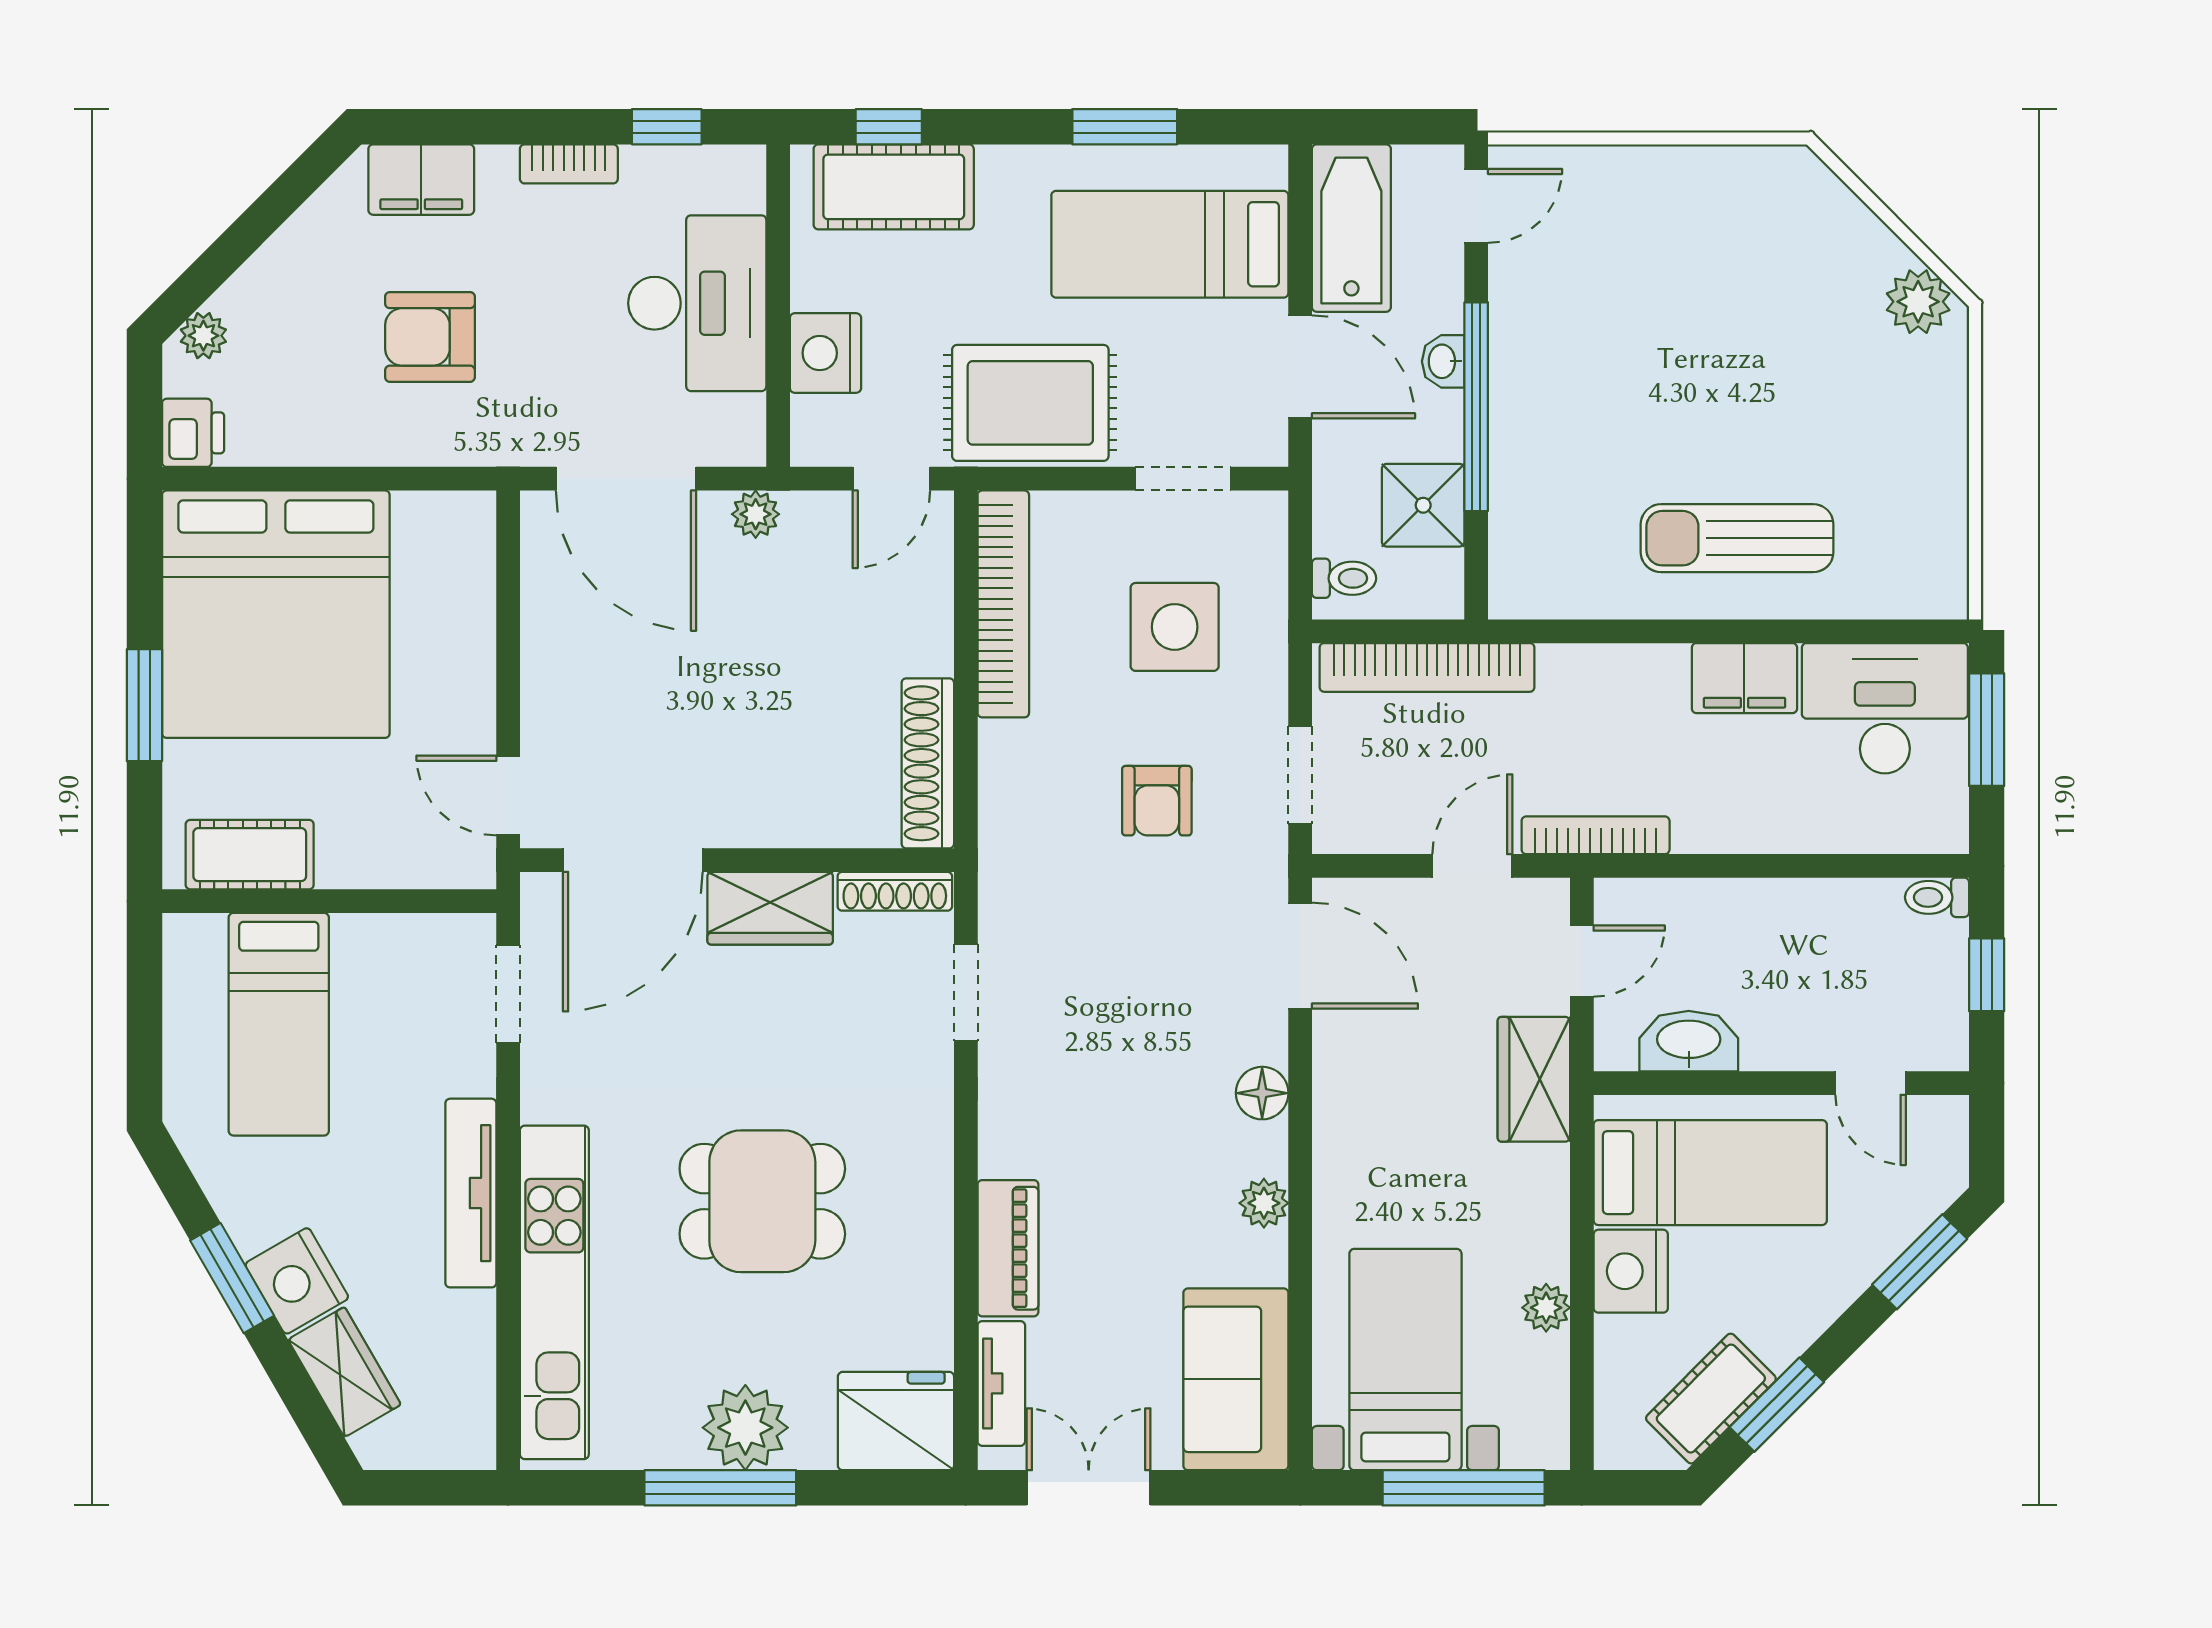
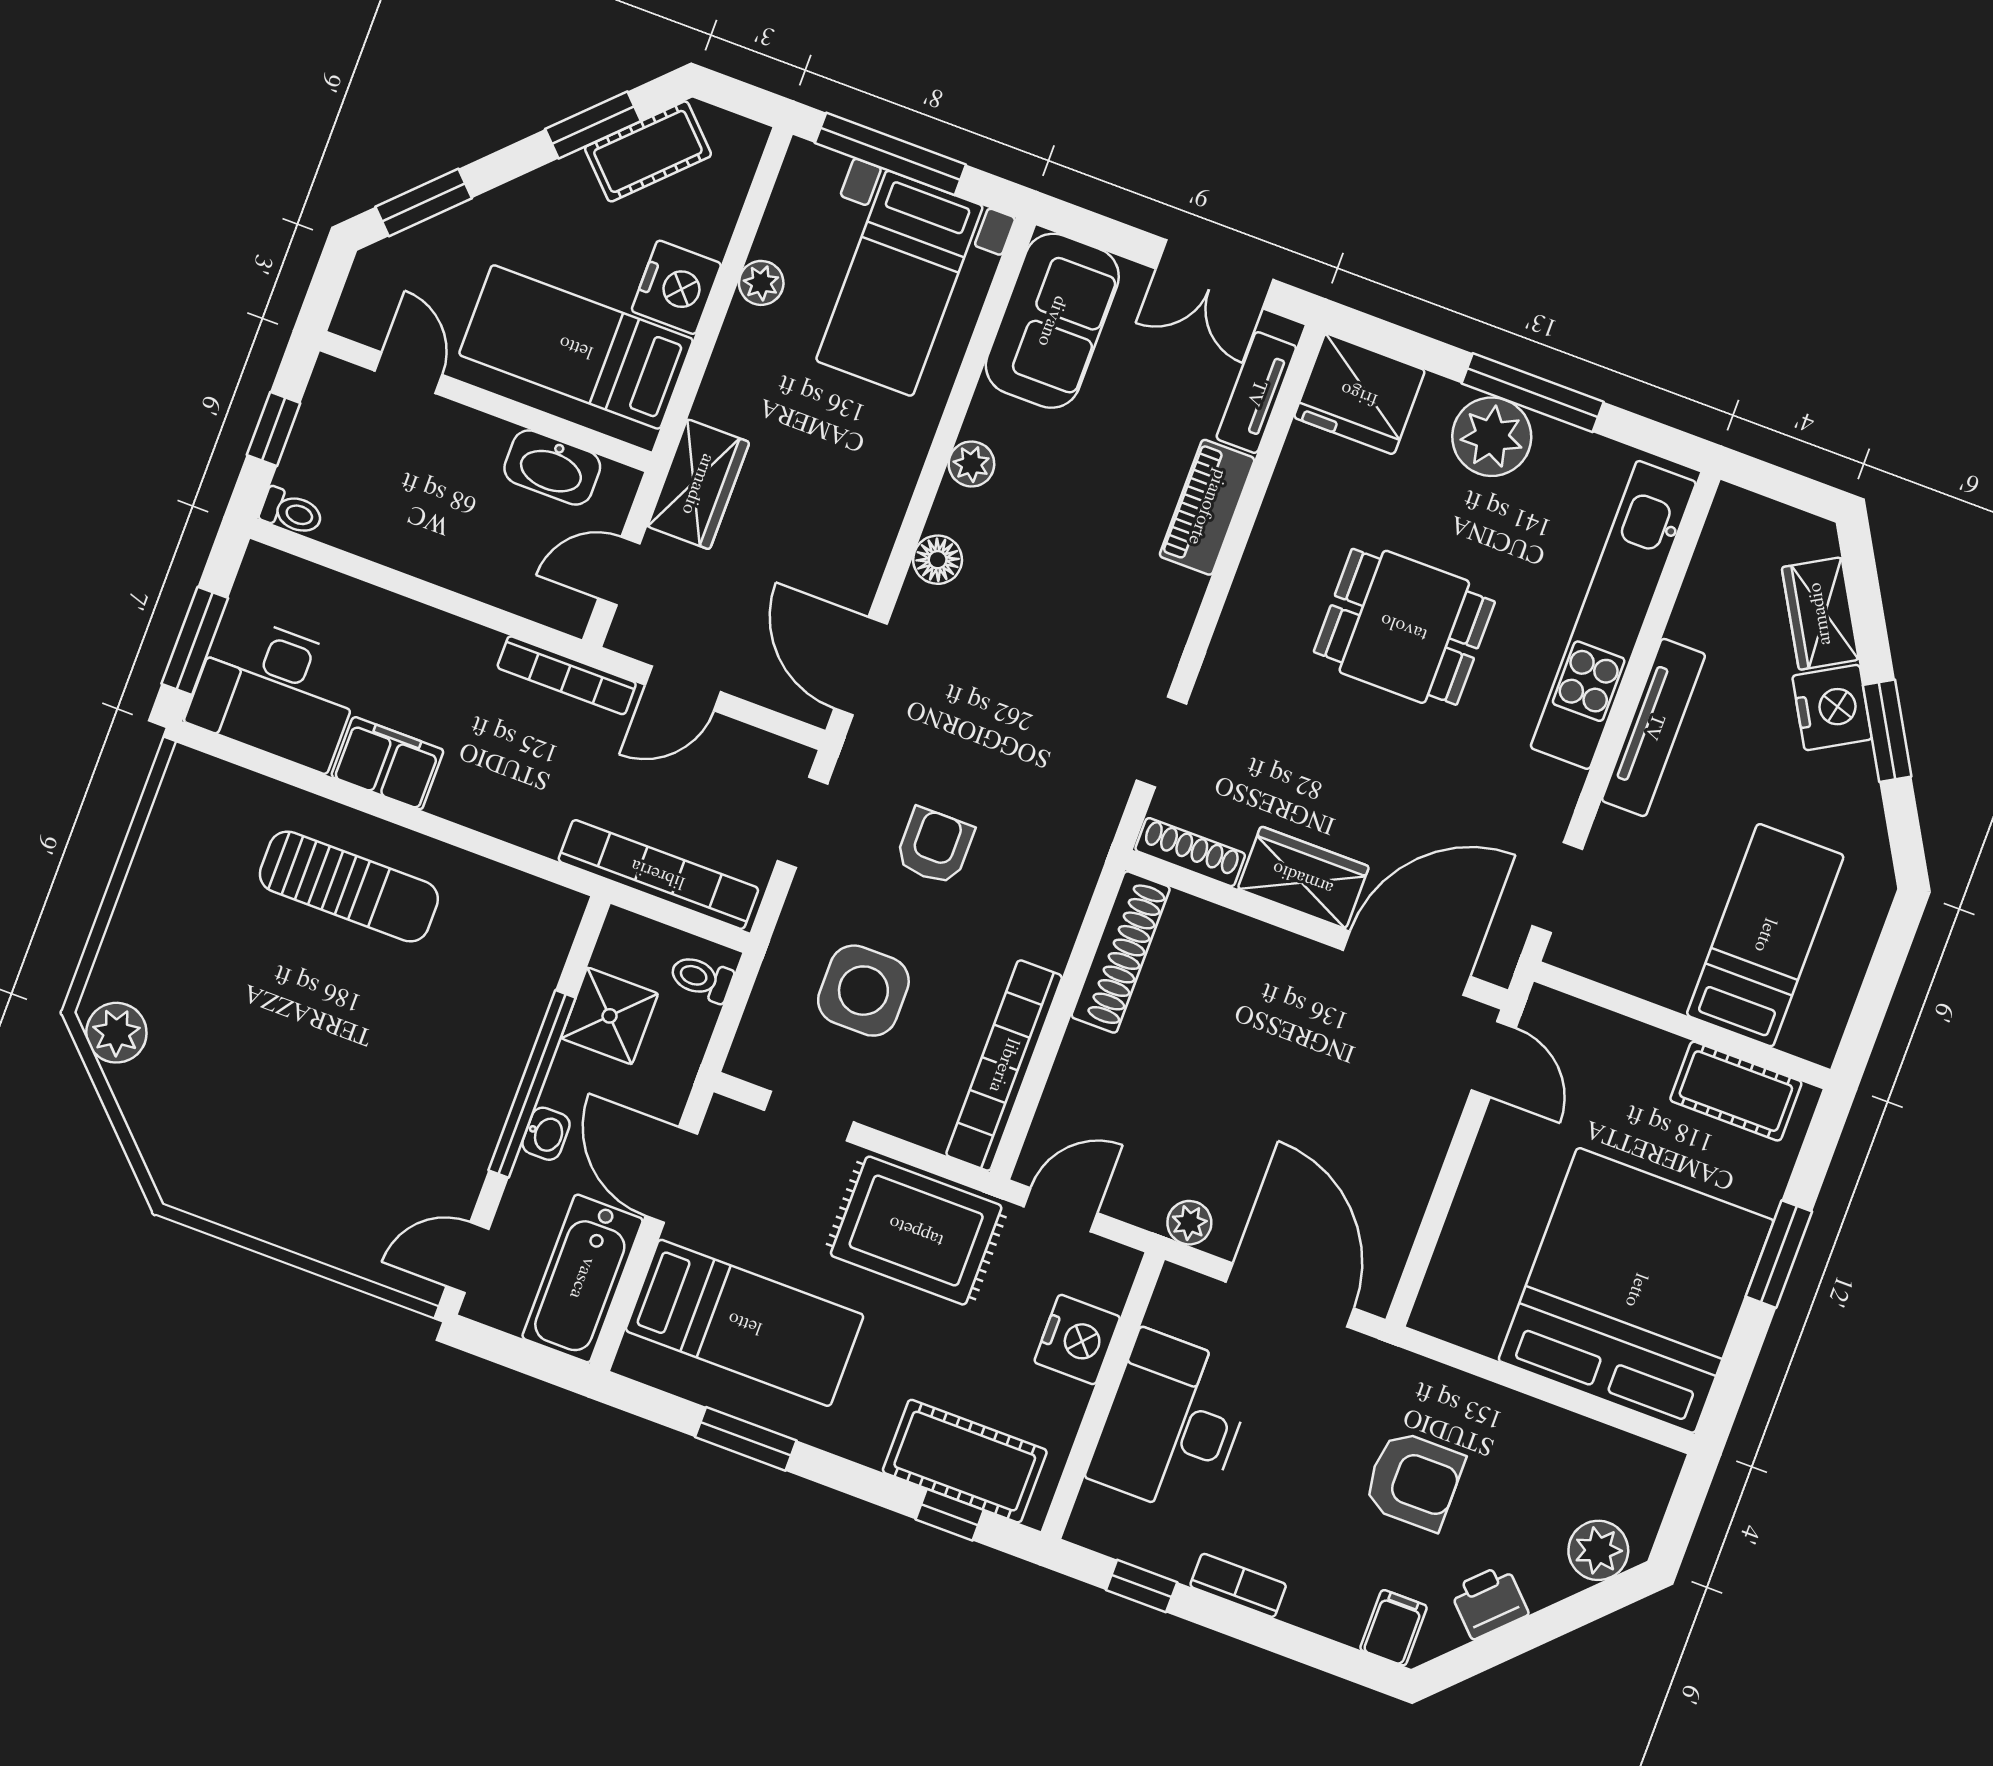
filing cabinet: (421, 180) -> (1394, 1628), width x0.50
plant: (203, 336) -> (1598, 1550), width x1.38, depth x1.38
printer: (193, 433) -> (1489, 1602), moved, turned 45

